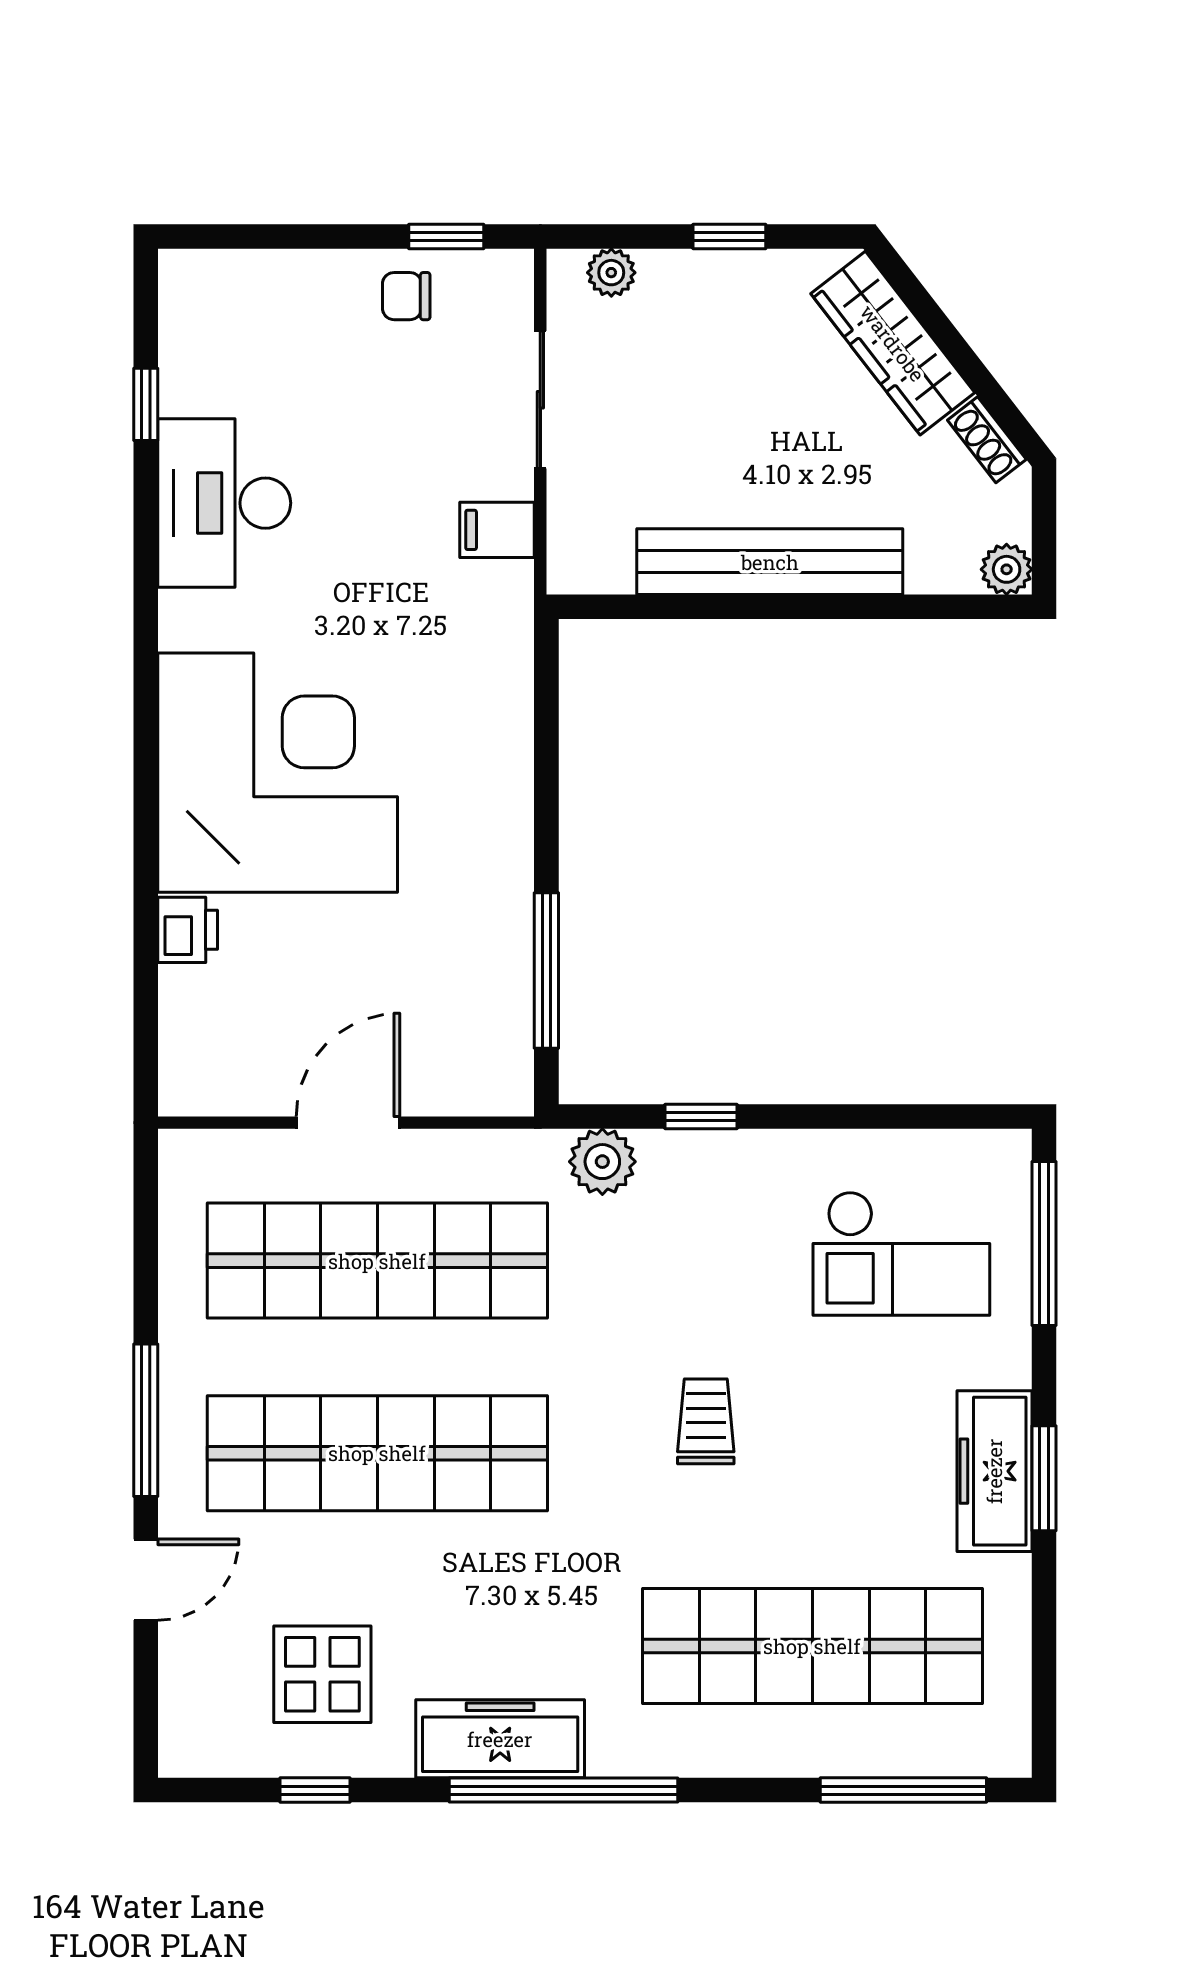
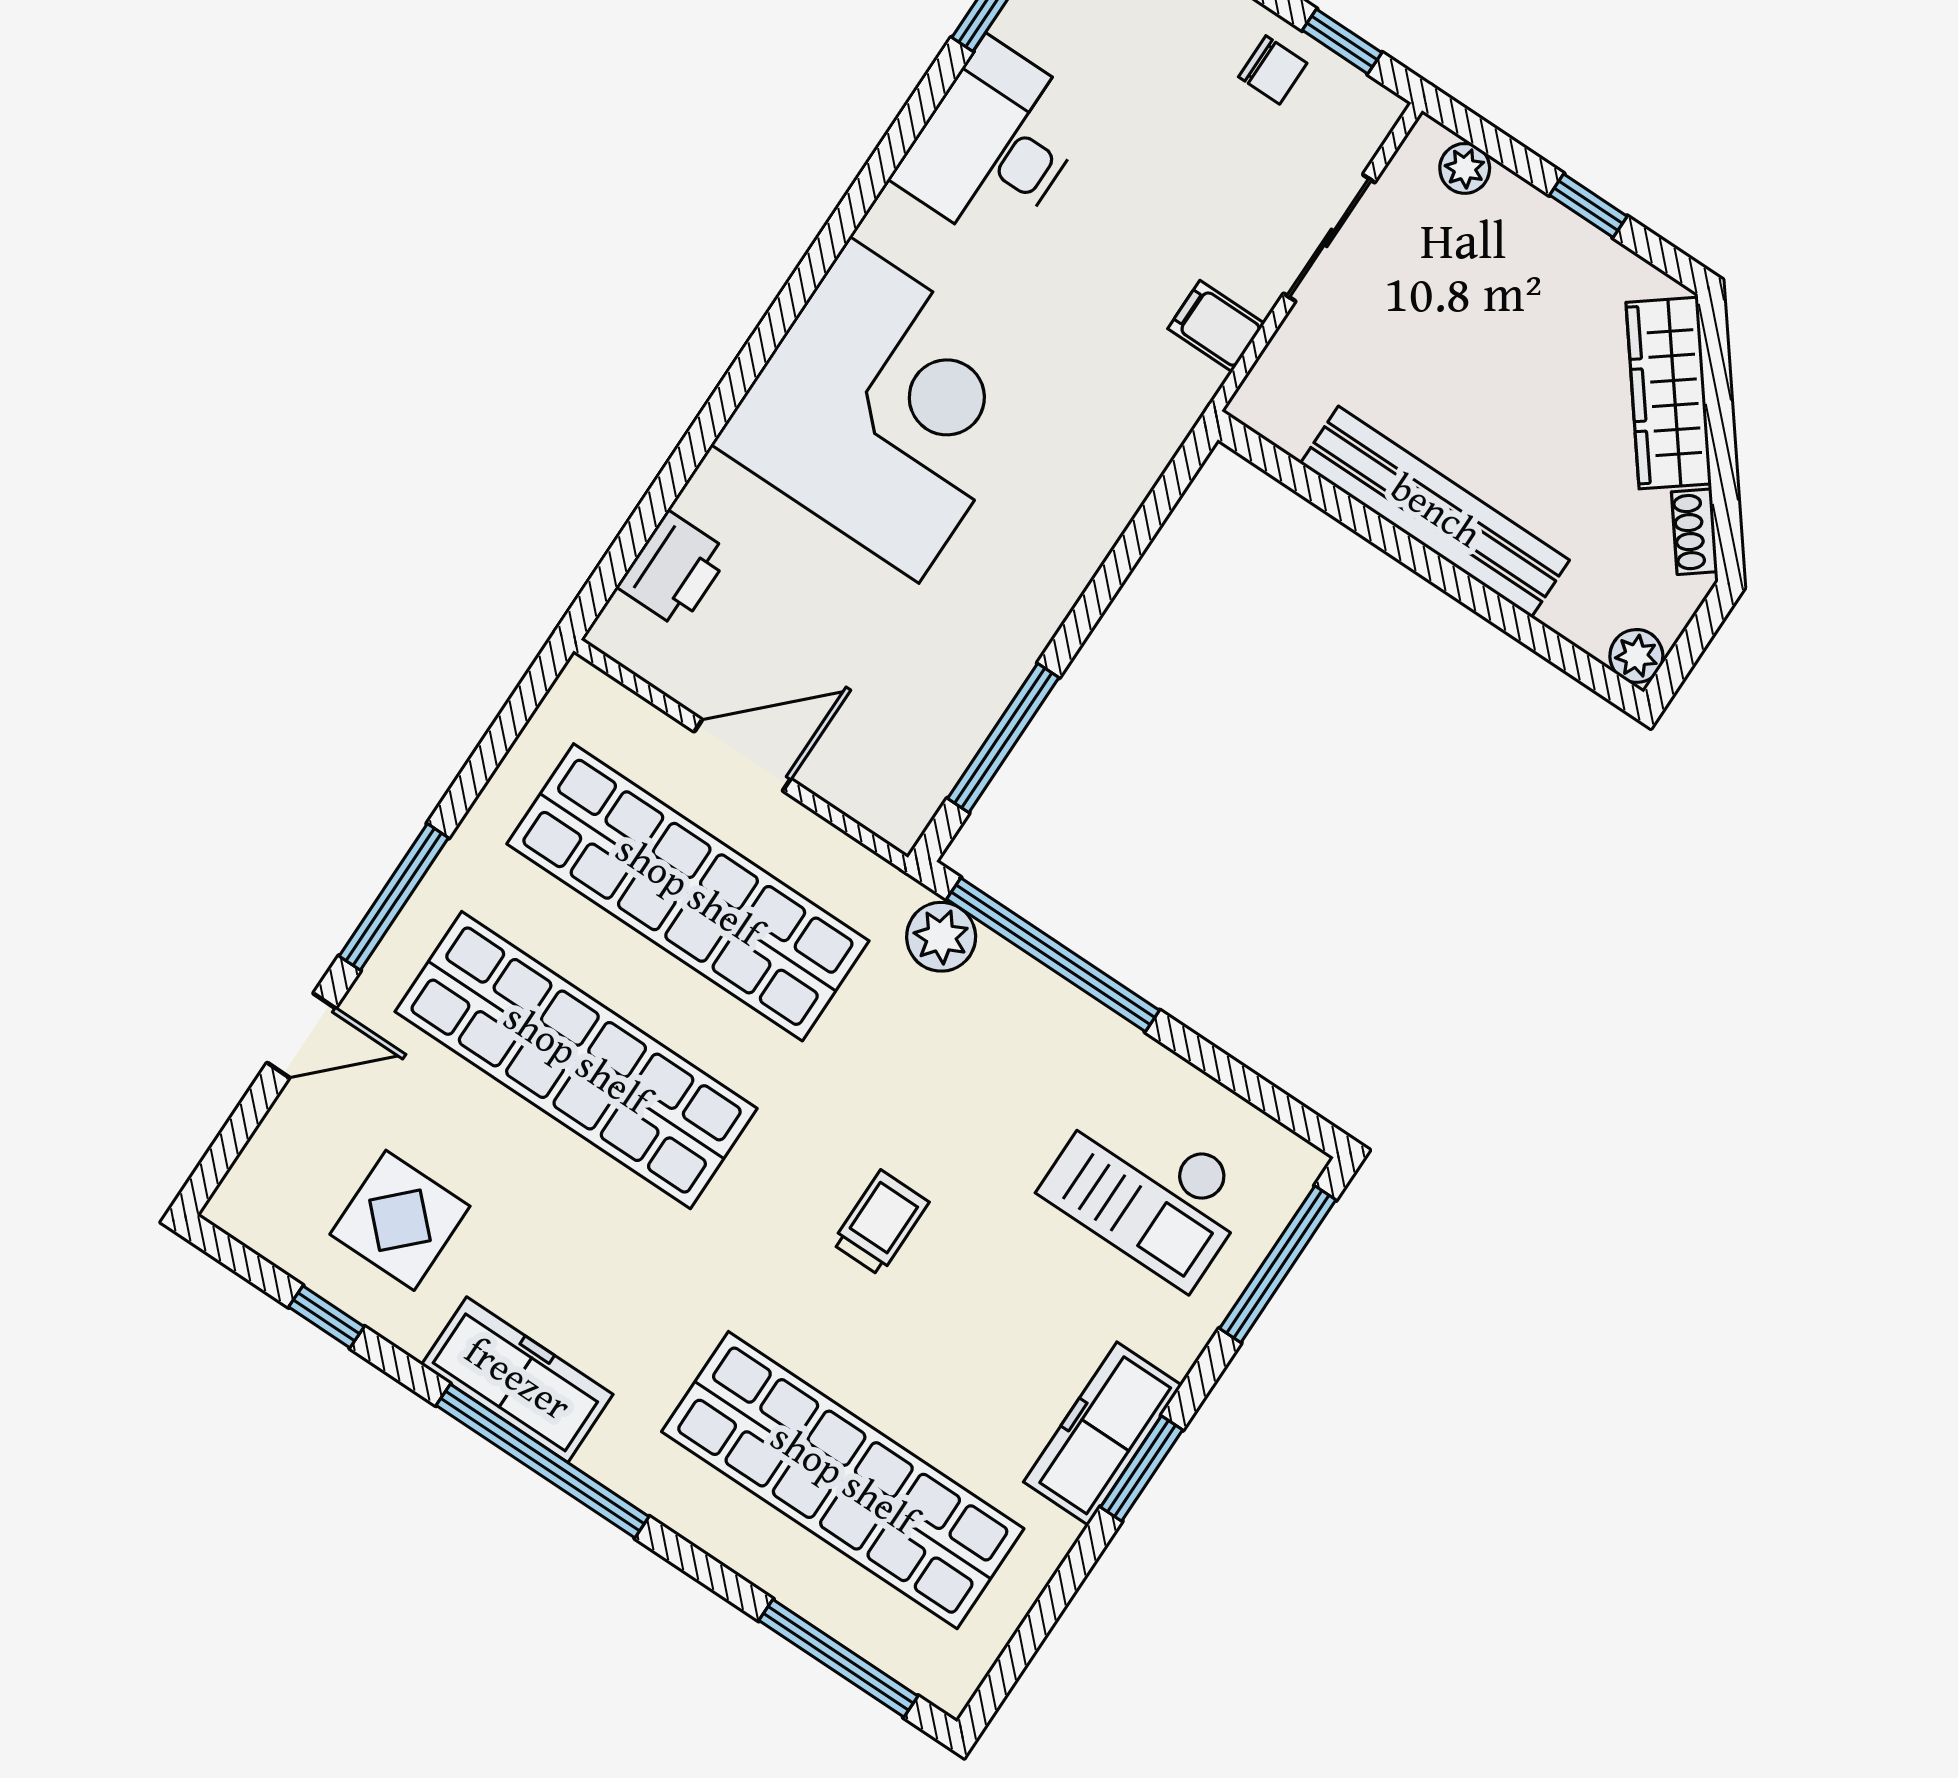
chair: (406, 296) -> (1273, 70), turned 180
printer: (188, 930) -> (674, 570), moved, width x1.36, depth x1.24
window: (701, 1117) -> (1053, 955), width x3.17

